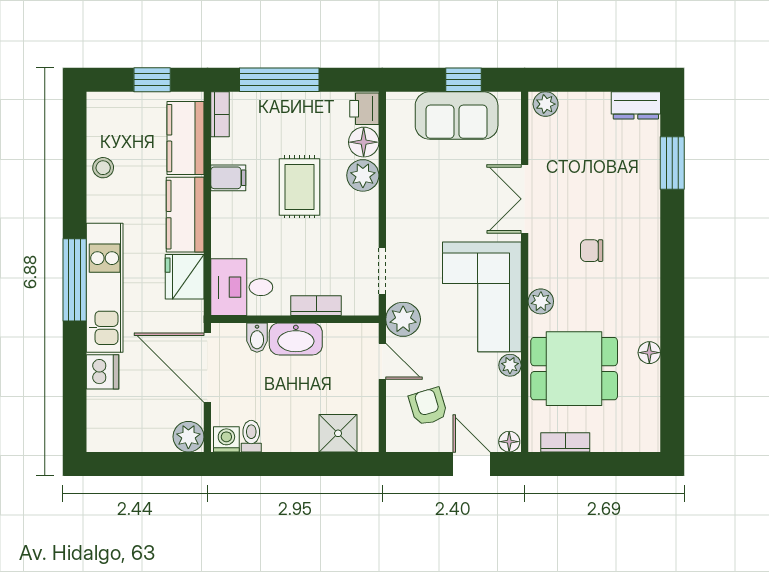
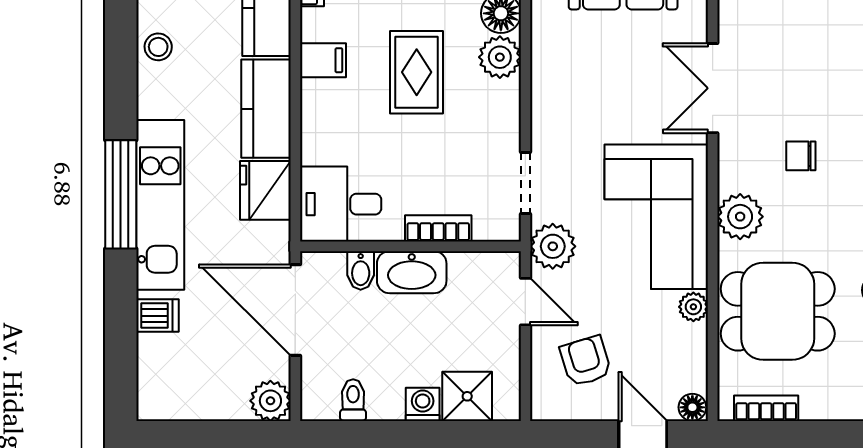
plant: (541, 301) -> (740, 217), width x1.38, depth x1.38
dishwasher: (103, 372) -> (157, 316), width x0.73
washing machine: (226, 439) -> (423, 404), moved

